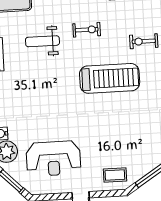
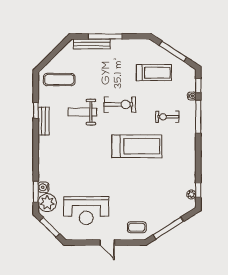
exercise bike: (87, 30) -> (120, 104), width x1.38, depth x1.39

